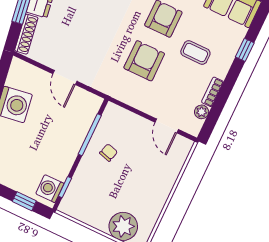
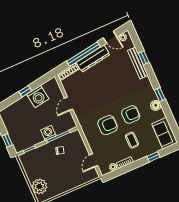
washing machine: (50, 189) -> (48, 133), moved

